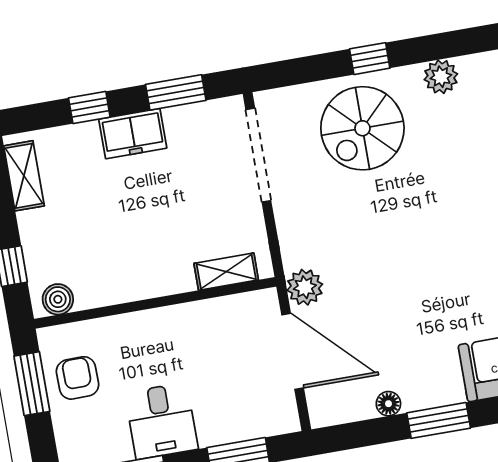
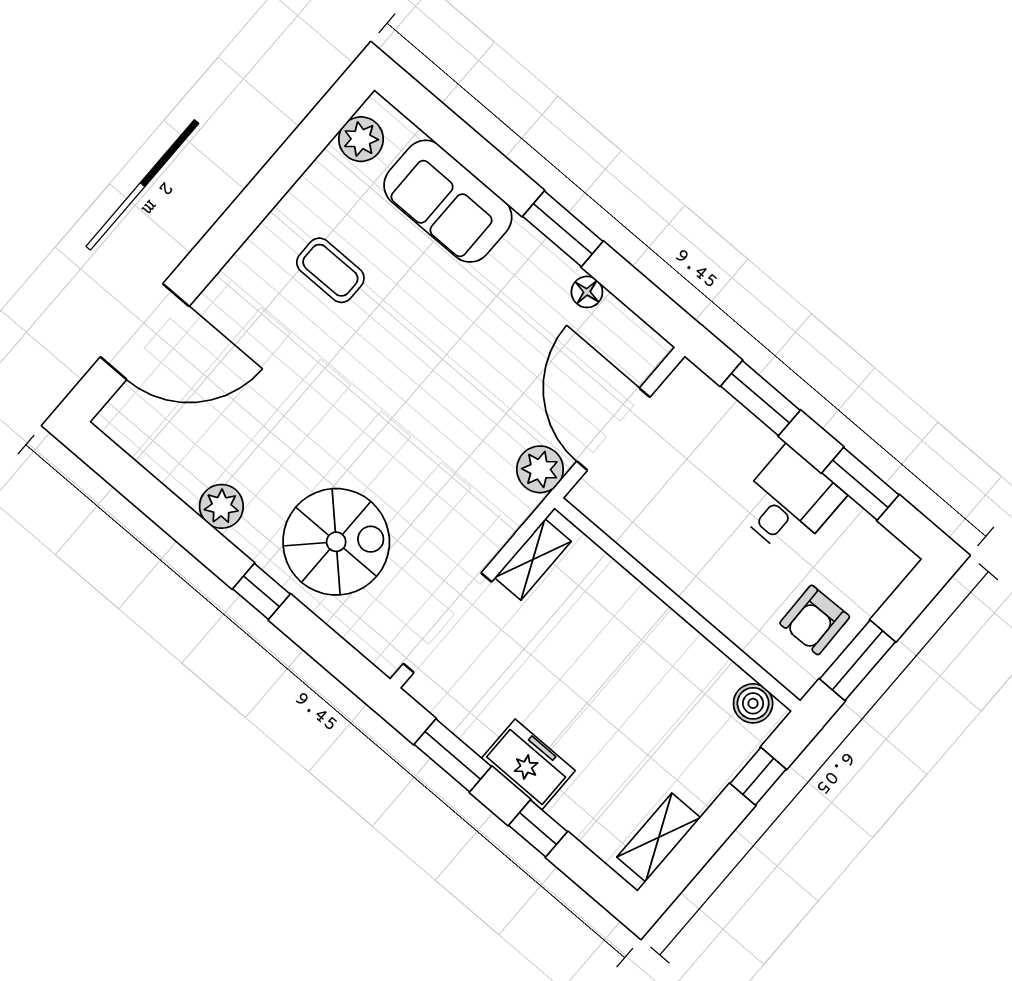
shelving: (226, 272) -> (533, 560), moved, turned 90

